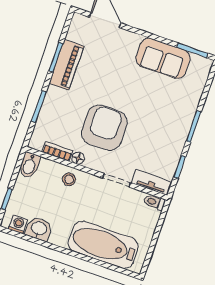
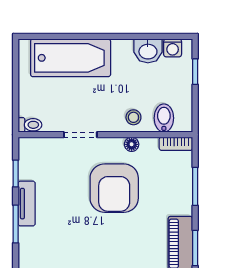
bookcase: (57, 152) -> (176, 144), moved
bidet: (29, 165) -> (164, 118), moved
tv unit: (152, 183) -> (27, 204), moved, turned -90

